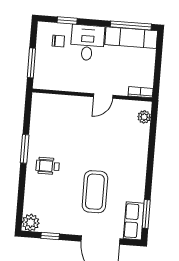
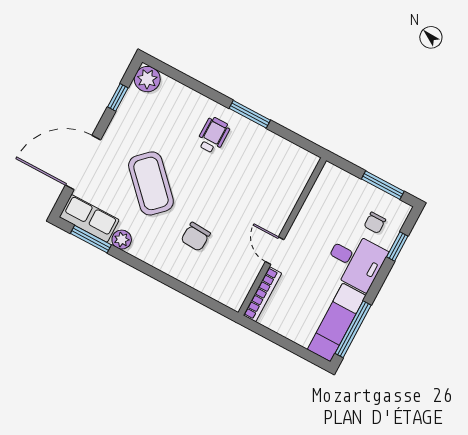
window: (31, 63) -> (383, 185), moved
bookcase: (141, 92) -> (263, 294), width x1.56
plant: (144, 117) -> (122, 240), moved
chair: (116, 149) -> (196, 237), added
coffee table: (95, 192) -> (151, 183), turned 46

